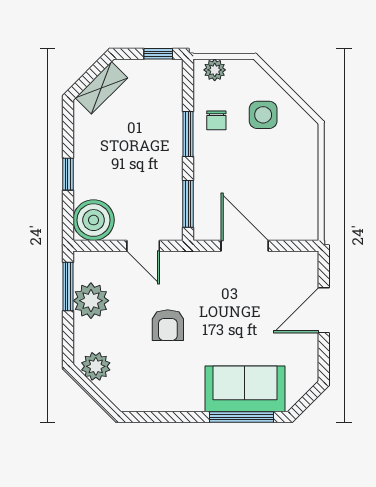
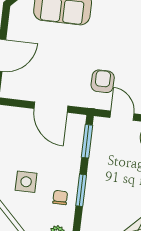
side table: (263, 115) -> (26, 182), moved
armchair: (168, 325) -> (103, 81), moved

